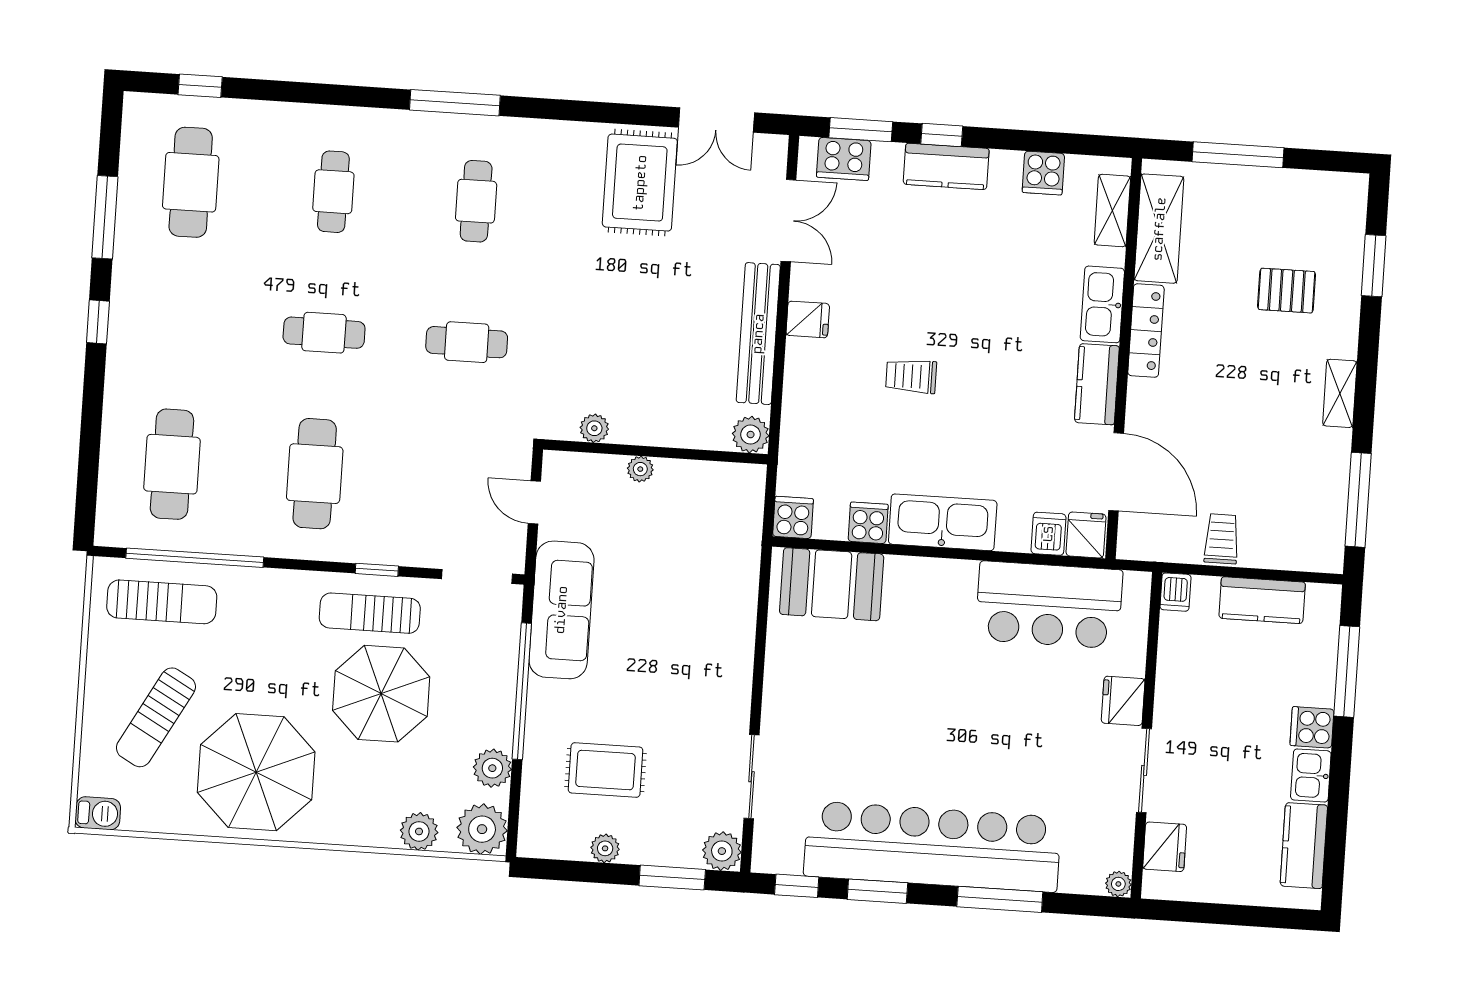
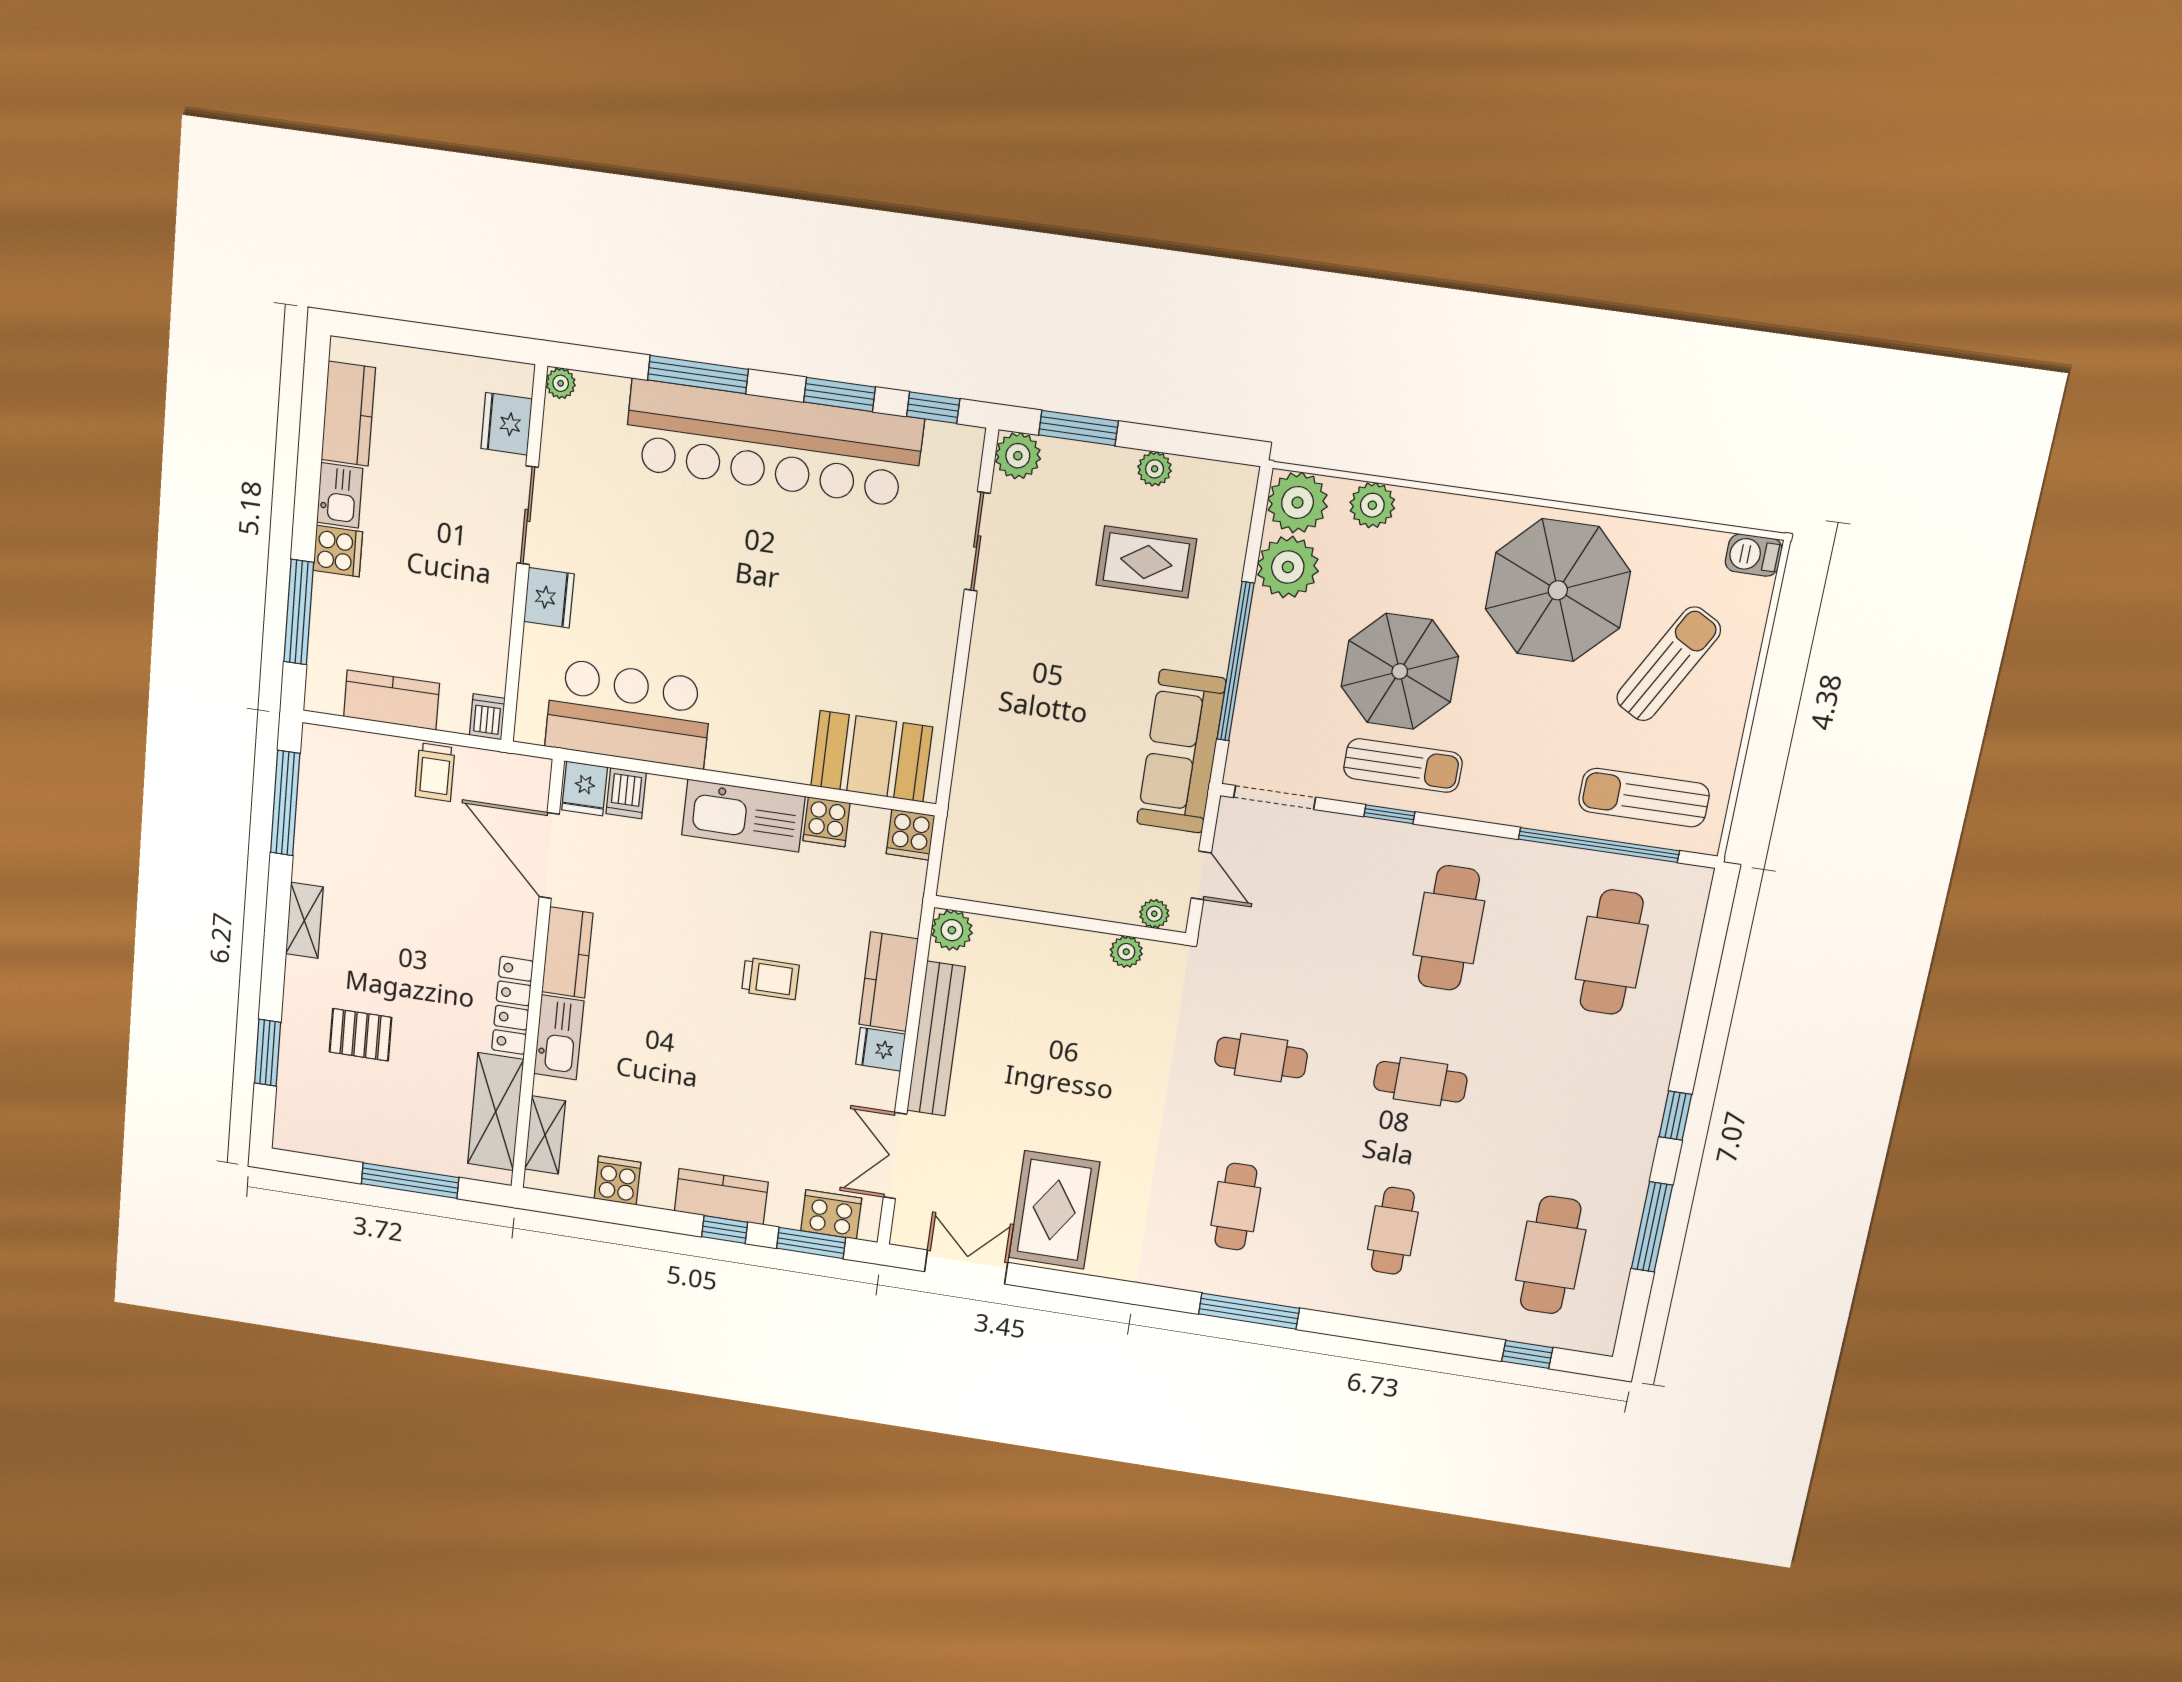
kitchen counter: (804, 383) -> (888, 982), added
plant: (640, 469) -> (1154, 914), moved
plant: (492, 768) -> (1288, 567), width x1.36, depth x1.36

